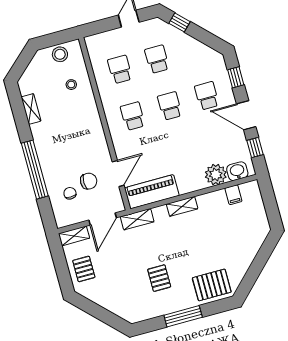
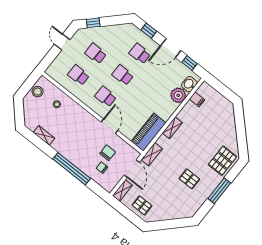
door: (118, 173) -> (109, 126), moved

